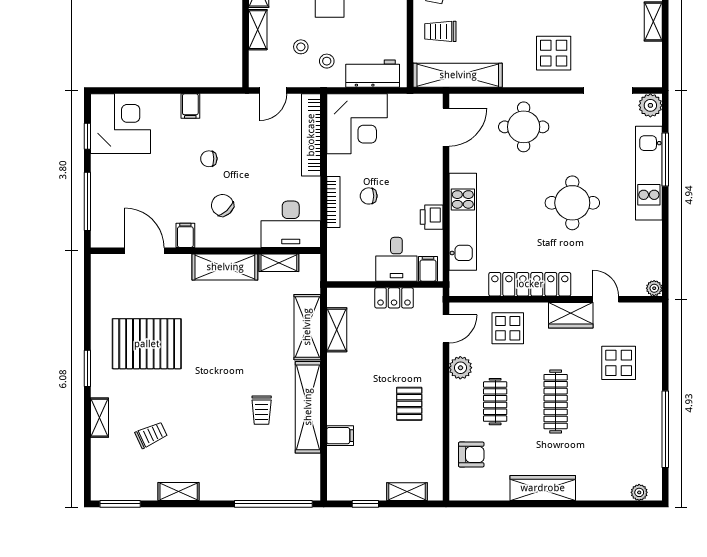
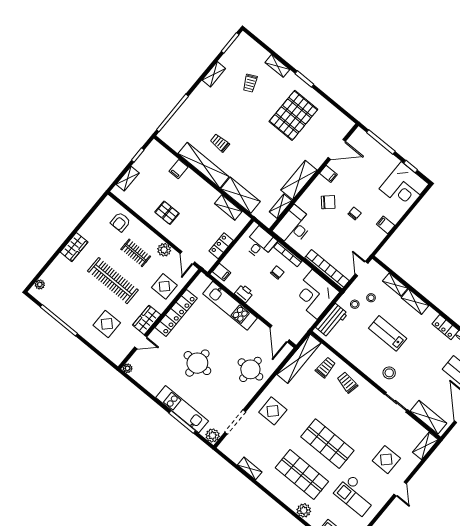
desk: (396, 259) -> (260, 243), moved, turned 90
clothes rail: (556, 402) -> (113, 281), width x1.37, depth x1.31
wardrobe: (543, 488) -> (74, 247), width x0.67

